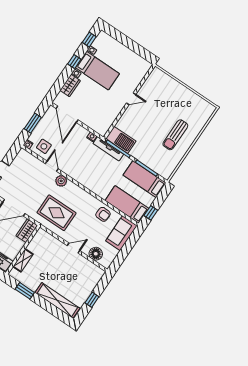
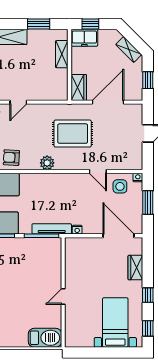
bed with nightstands: (97, 71) -> (115, 322), moved, turned 90
barbecue: (121, 140) -> (45, 338), moved, turned 180
plant: (61, 181) -> (47, 163), moved
rug: (57, 213) -> (73, 134), moved

